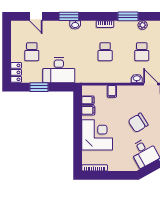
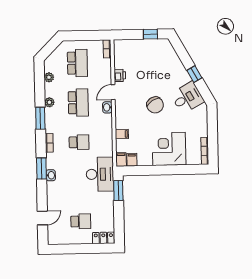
window: (69, 16) -> (41, 168), moved
school desk: (142, 52) -> (78, 103), width x1.85
desk: (59, 70) -> (100, 174), moved
window: (39, 87) -> (118, 191), moved
filing cabinet: (88, 110) -> (121, 159), moved

